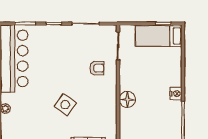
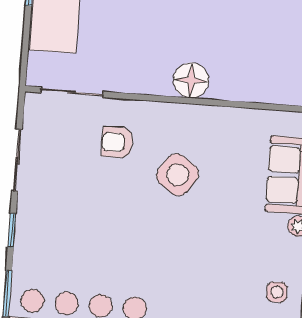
armchair: (97, 68) -> (117, 142), turned -90
side table: (65, 105) -> (178, 175), moved

